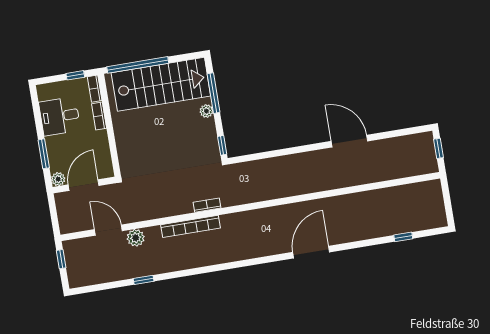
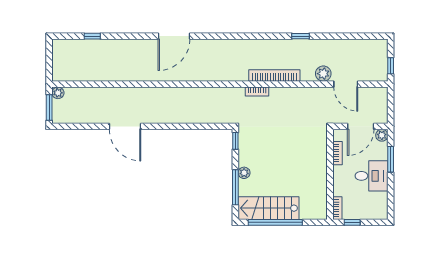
window: (138, 65) -> (275, 222), moved
stairs: (161, 84) -> (269, 208), width x0.73, depth x0.66
desk: (60, 116) -> (372, 176), moved
bookcase: (99, 116) -> (337, 153), moved
window: (439, 148) -> (49, 107), width x1.50
plant: (431, 166) -> (58, 93), added
window: (144, 280) -> (300, 36), moved

